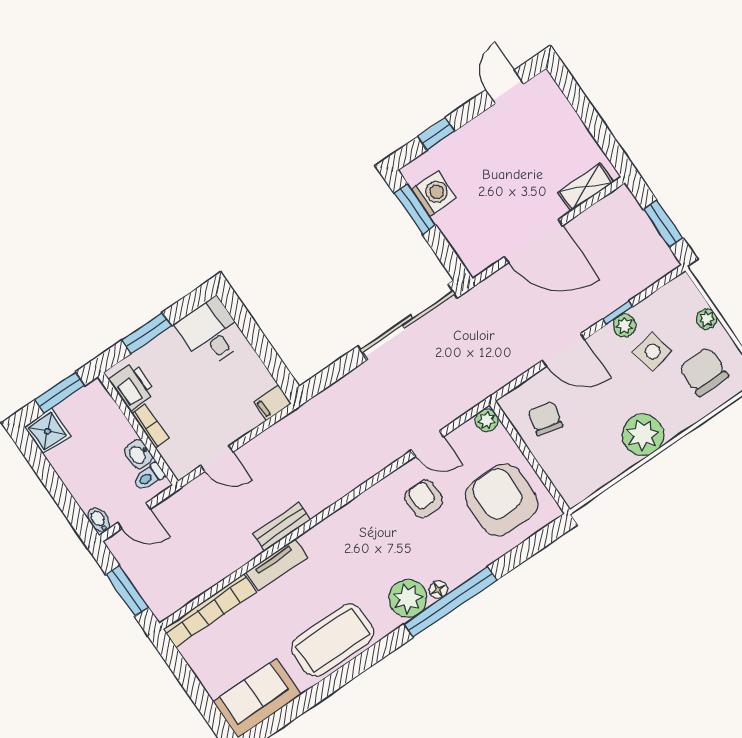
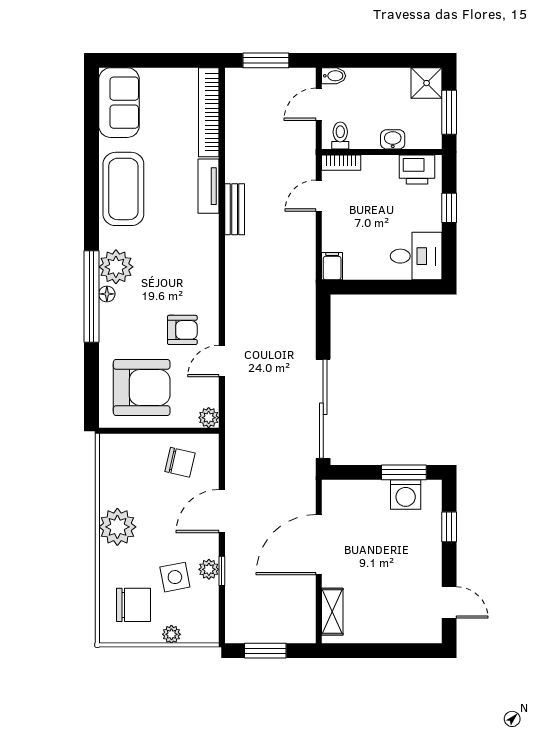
window: (147, 333) -> (449, 208), width x0.67
bookcase: (150, 426) -> (341, 163), moved
washbasin: (139, 454) -> (393, 139), moved

